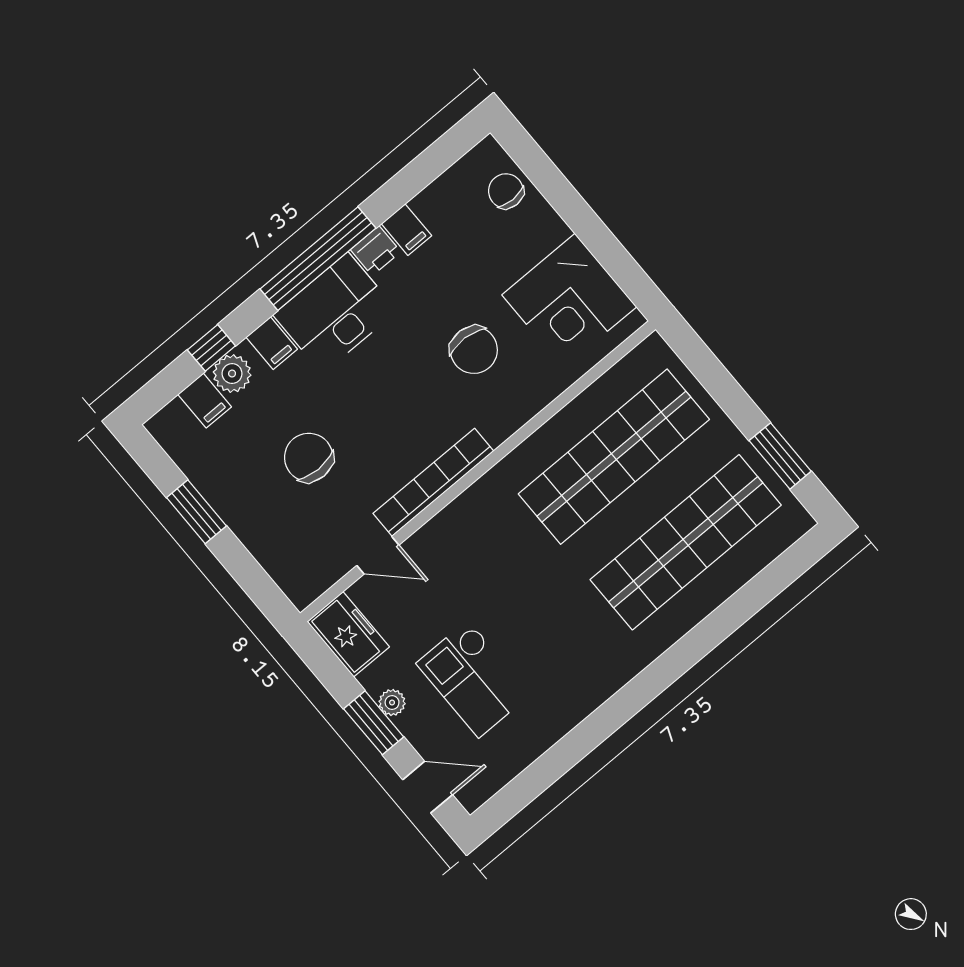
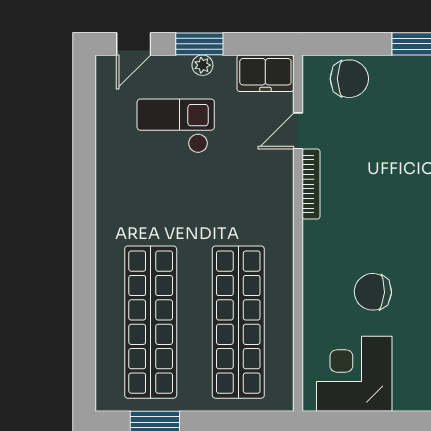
chair: (309, 457) -> (349, 79), moved
bookcase: (433, 482) -> (311, 184), width x0.68, depth x0.76

